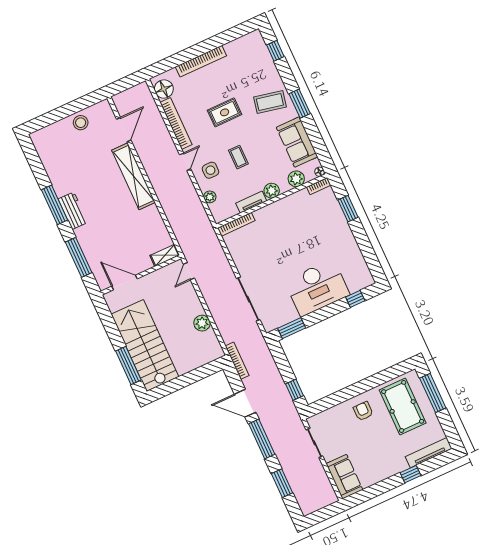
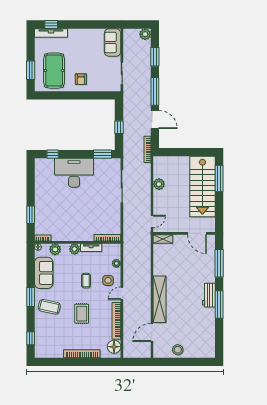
rug: (225, 112) -> (82, 314), turned 90
window: (294, 390) -> (119, 127), moved
window: (433, 393) -> (31, 70), width x0.69
window: (411, 474) -> (51, 24), moved
plant: (308, 506) -> (145, 34), added

